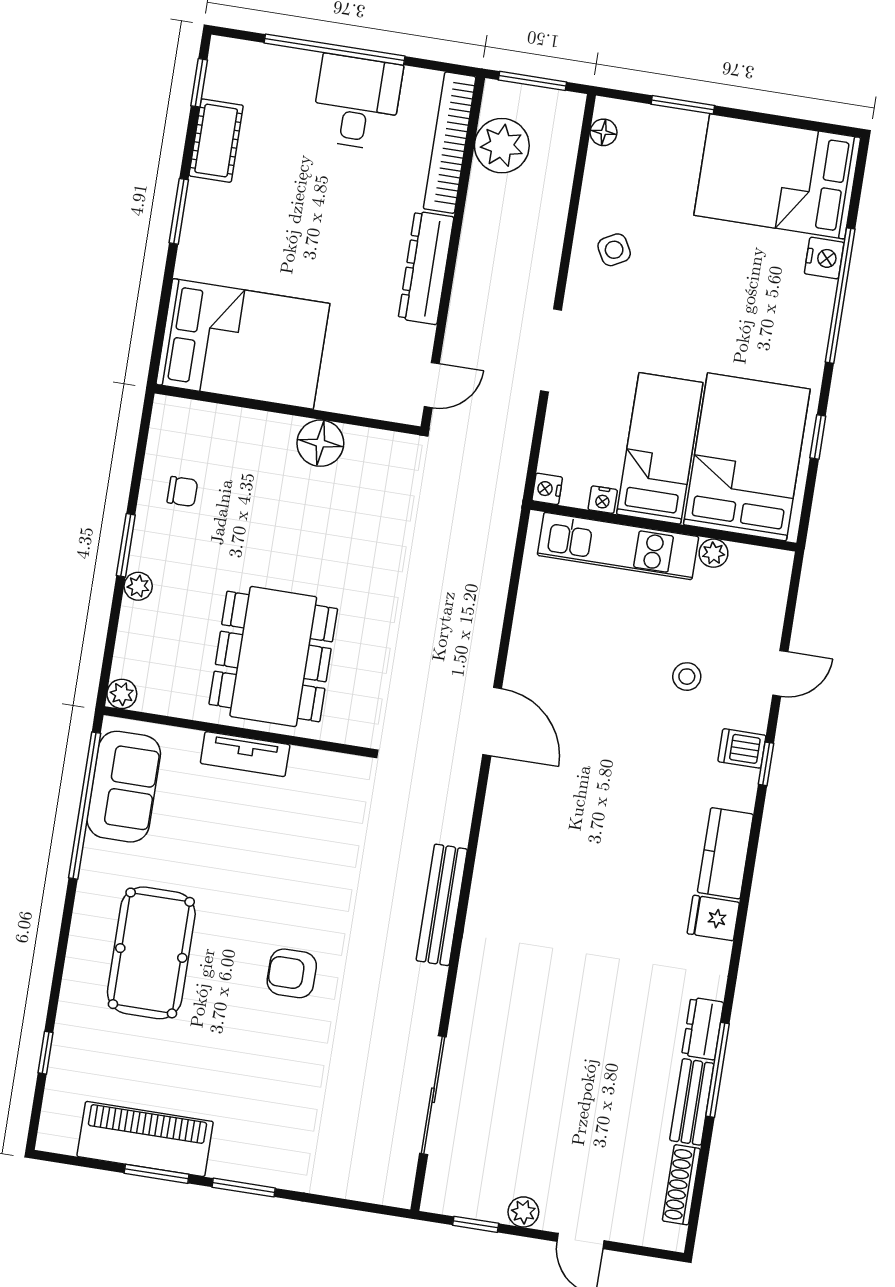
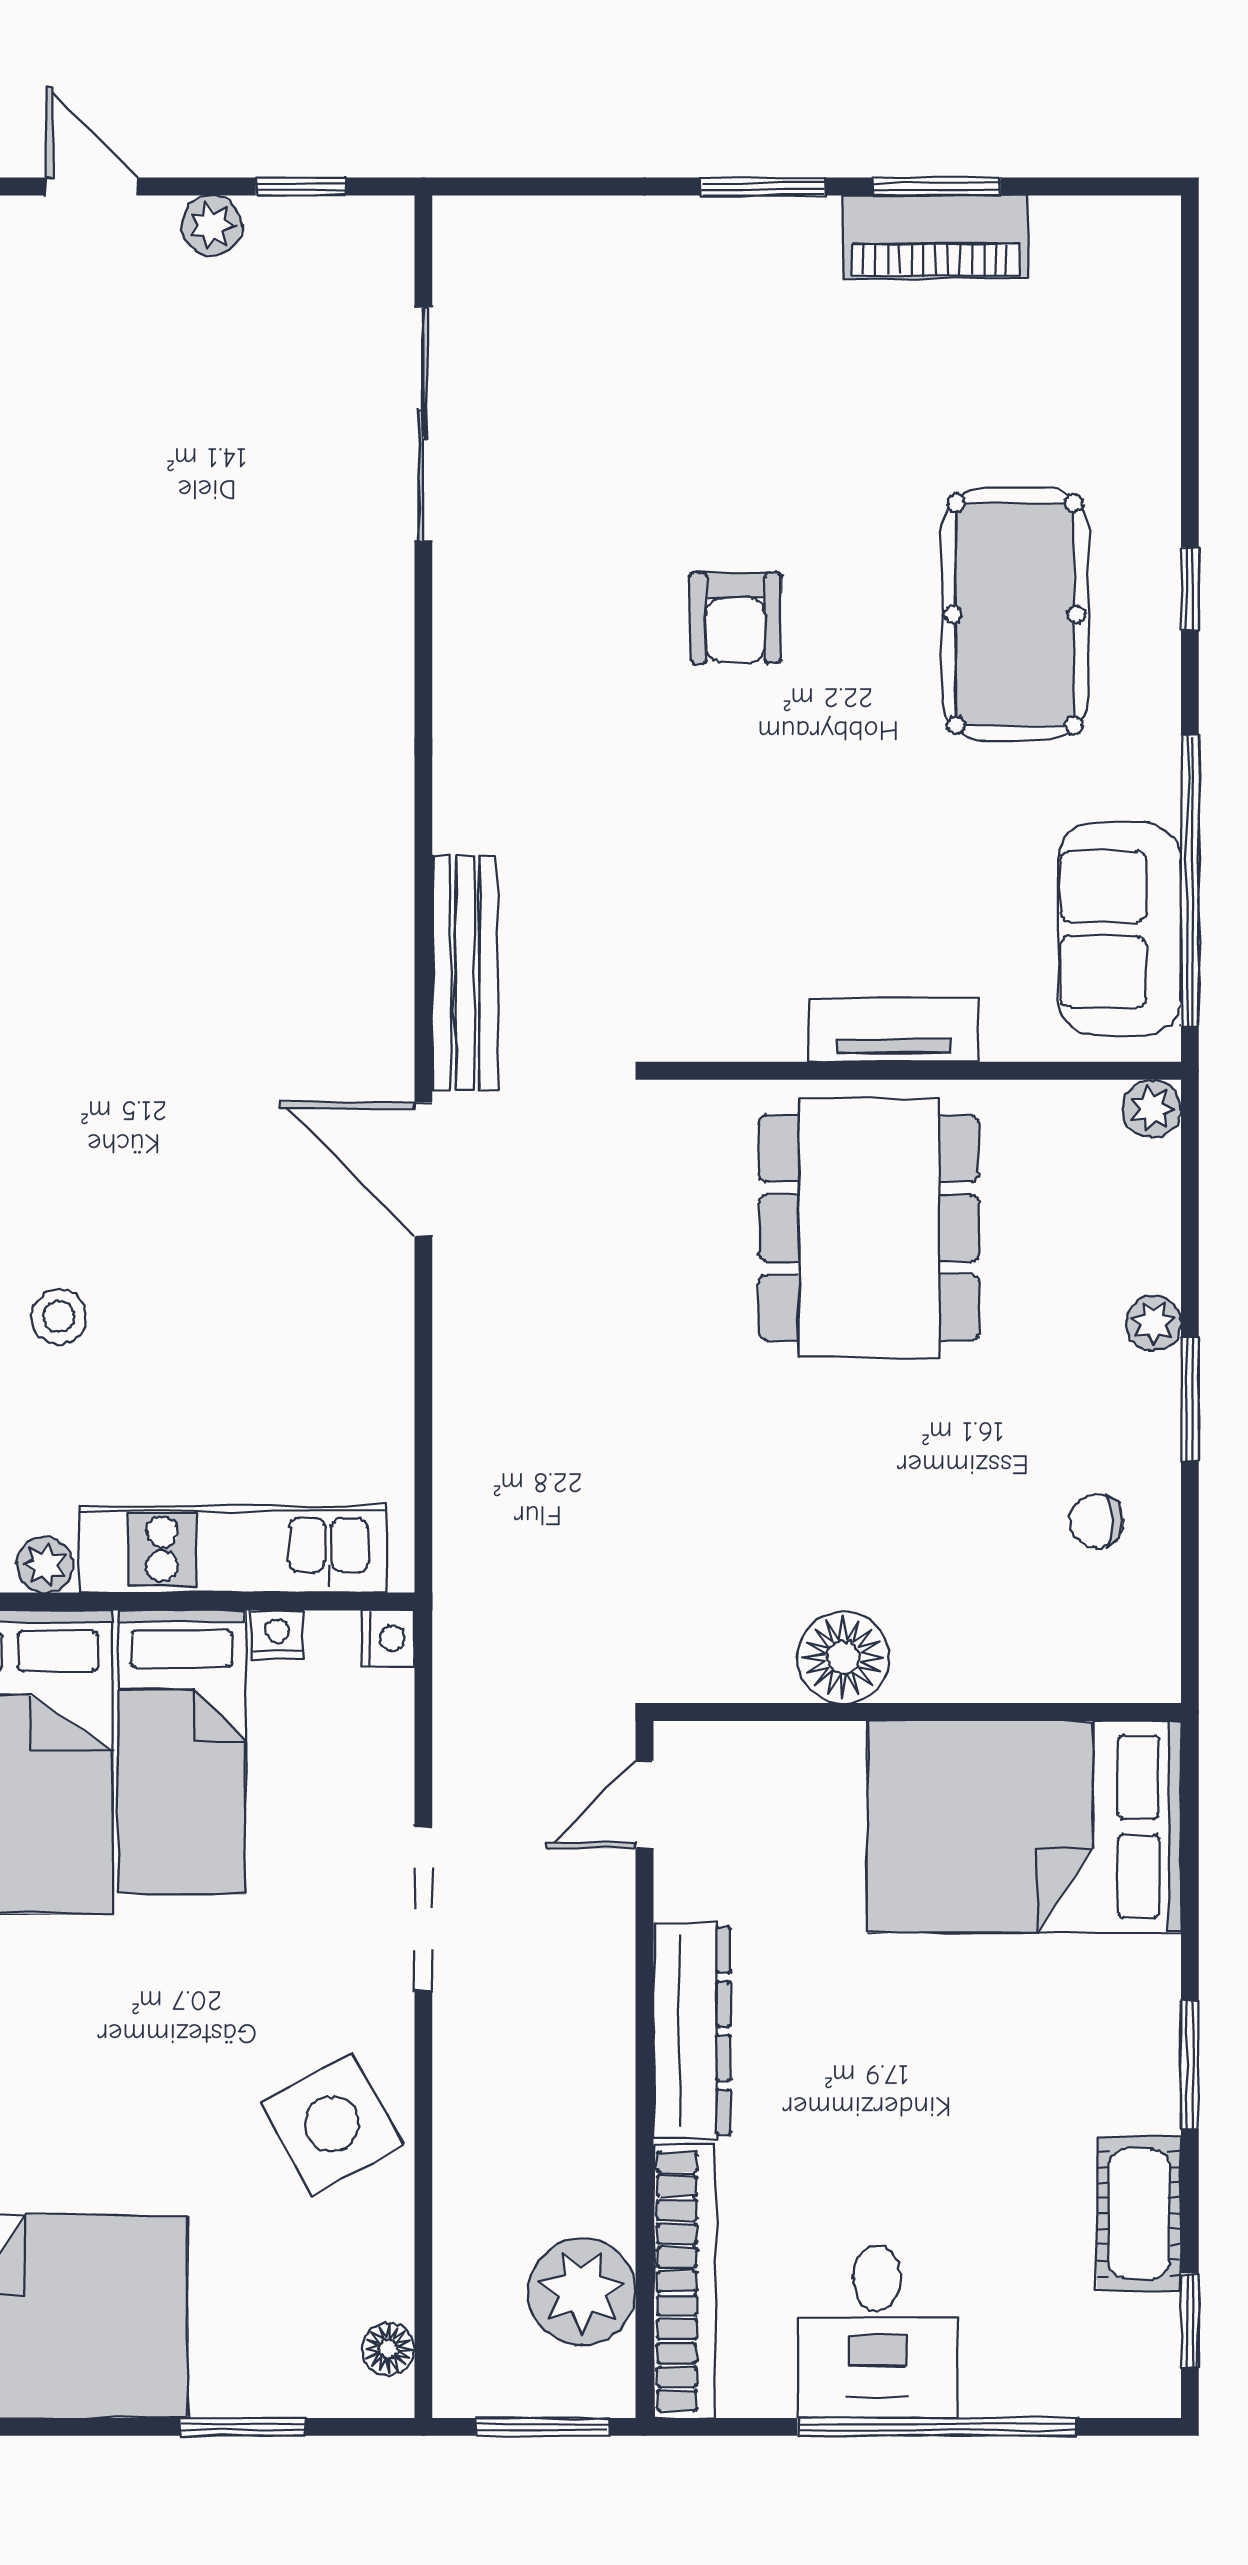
side table: (614, 250) -> (332, 2124), width x1.87, depth x1.87
bench: (442, 905) -> (465, 973), moved
armchair: (292, 973) -> (736, 618), turned 90
window: (45, 1053) -> (1190, 589), moved
piano: (145, 1139) -> (936, 237), width x0.73, depth x0.75

